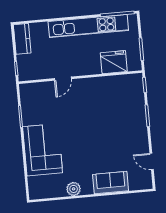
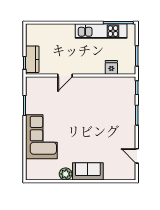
kitchen unit: (88, 26) -> (101, 31), width x0.73
kitchen counter: (22, 39) -> (32, 59), moved
fridge: (114, 62) -> (111, 67), width x0.53, depth x0.75
sofa: (111, 183) -> (88, 171), moved

